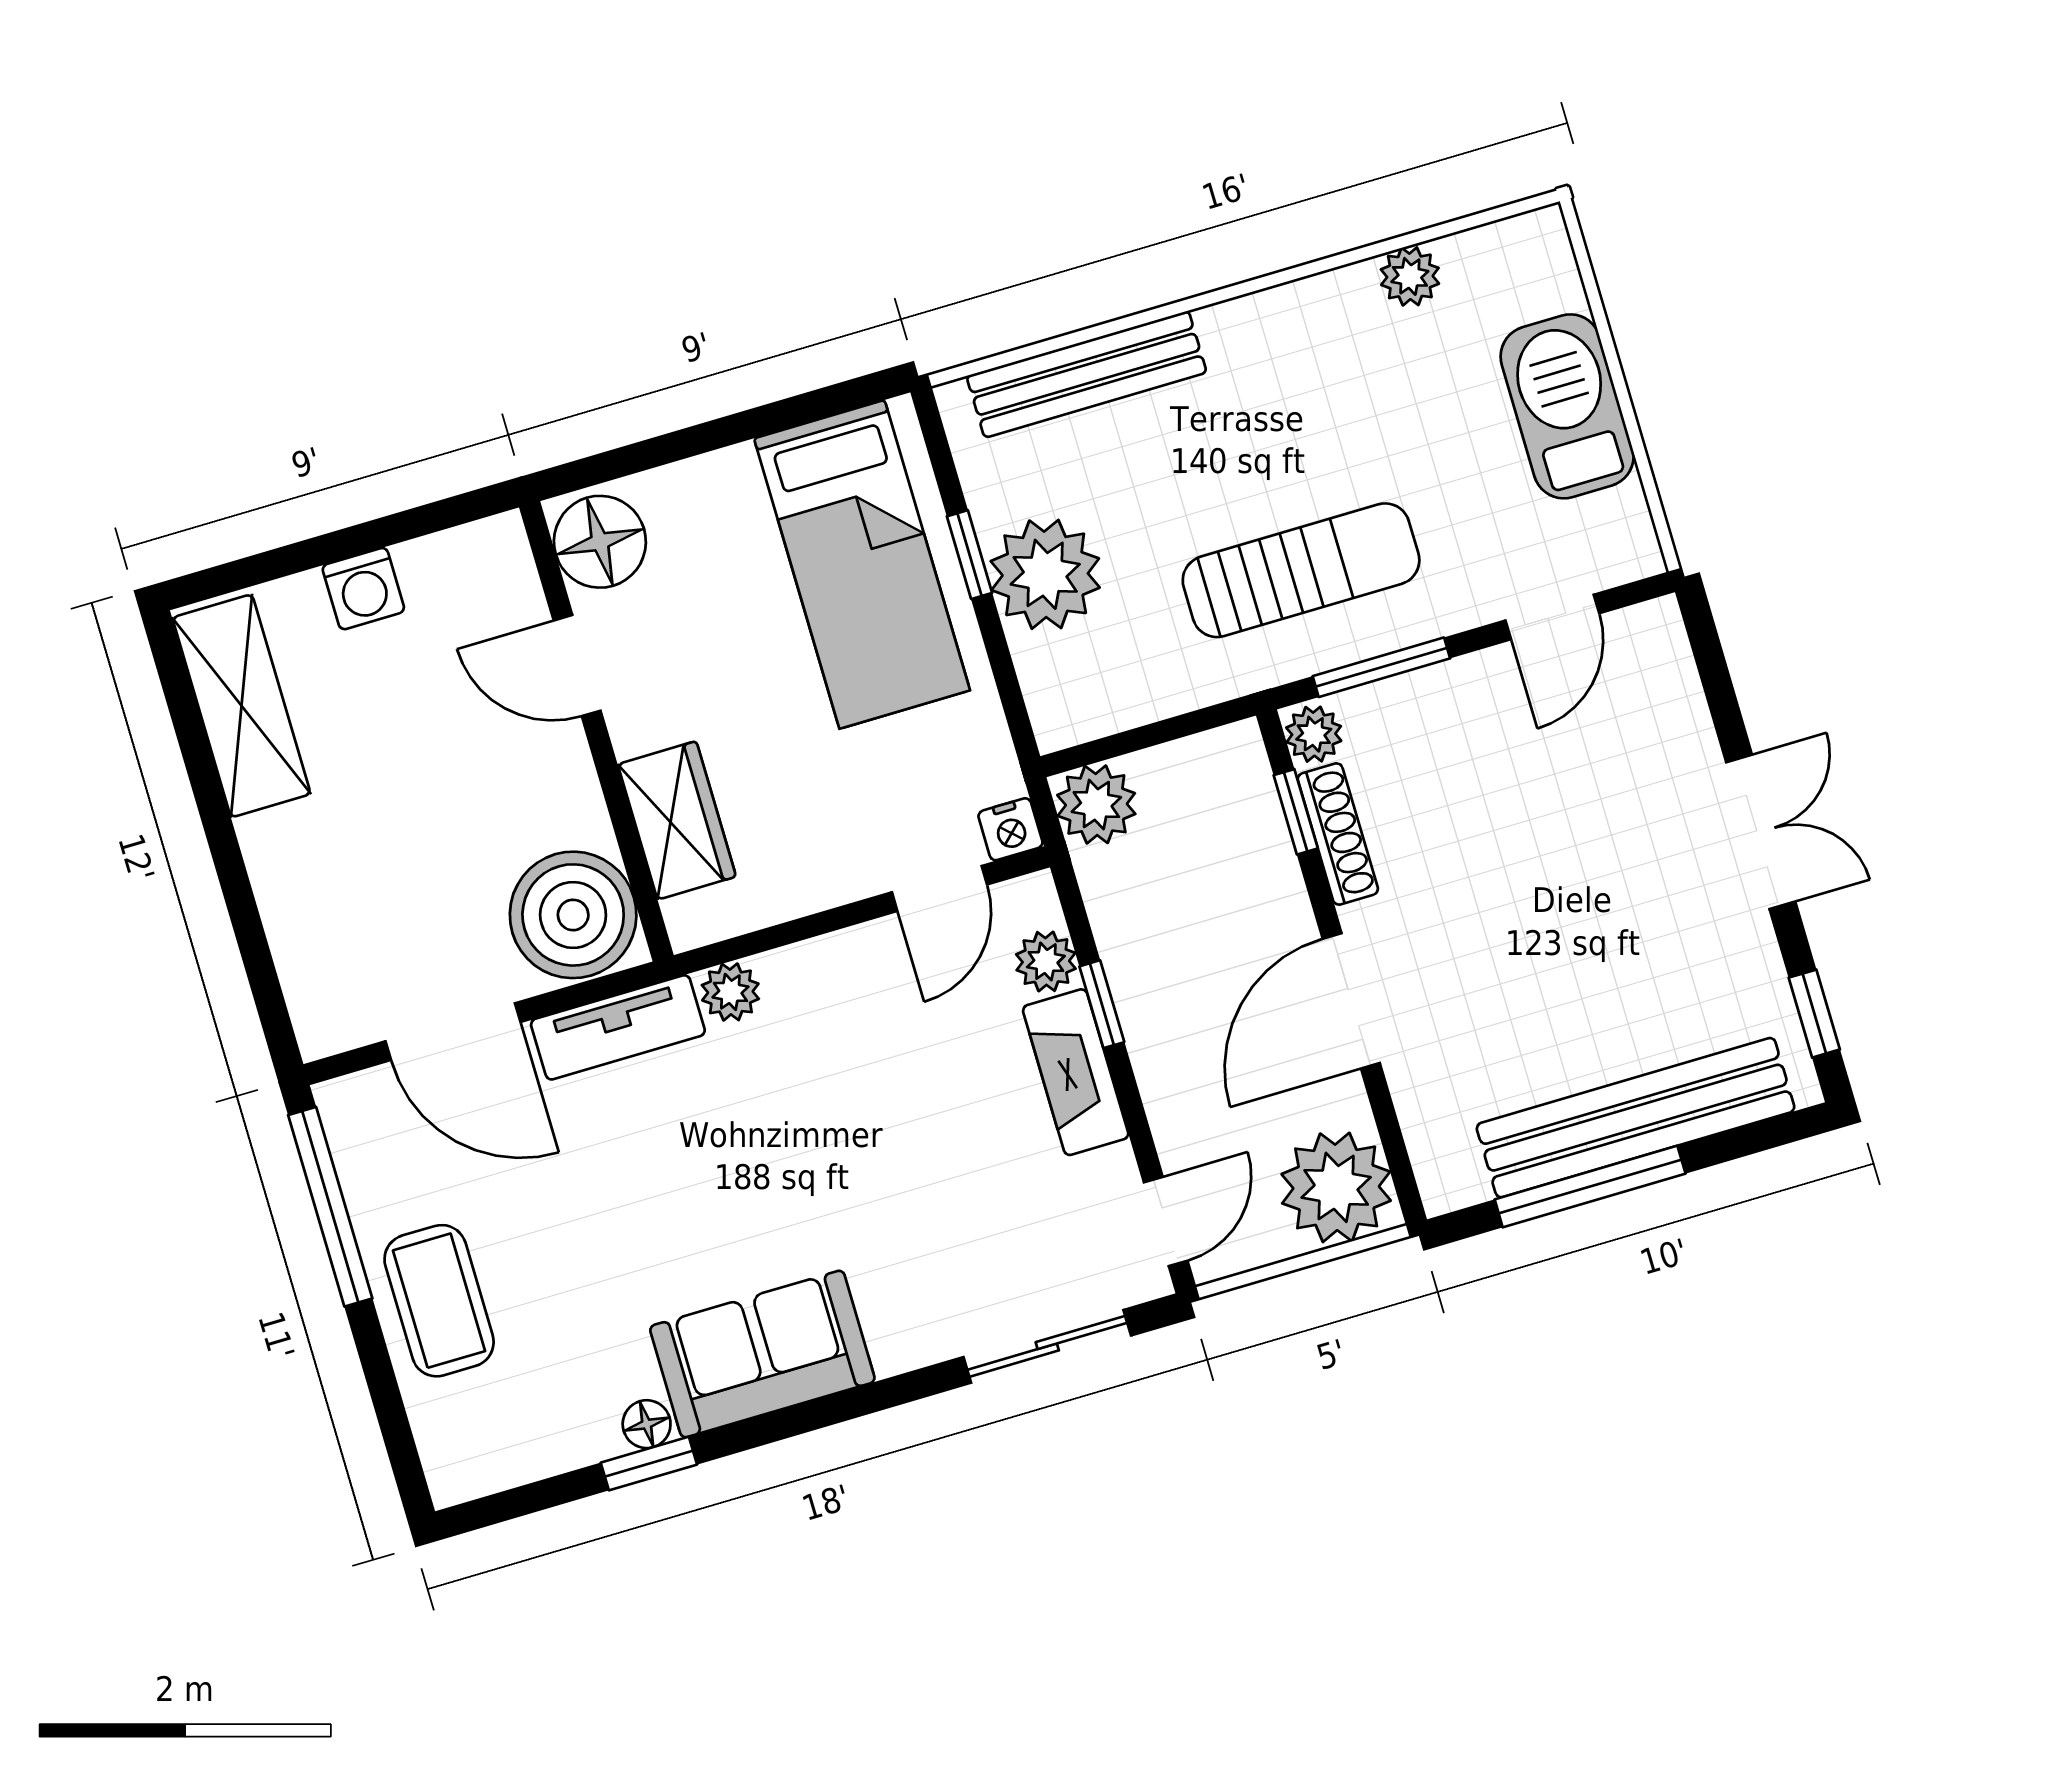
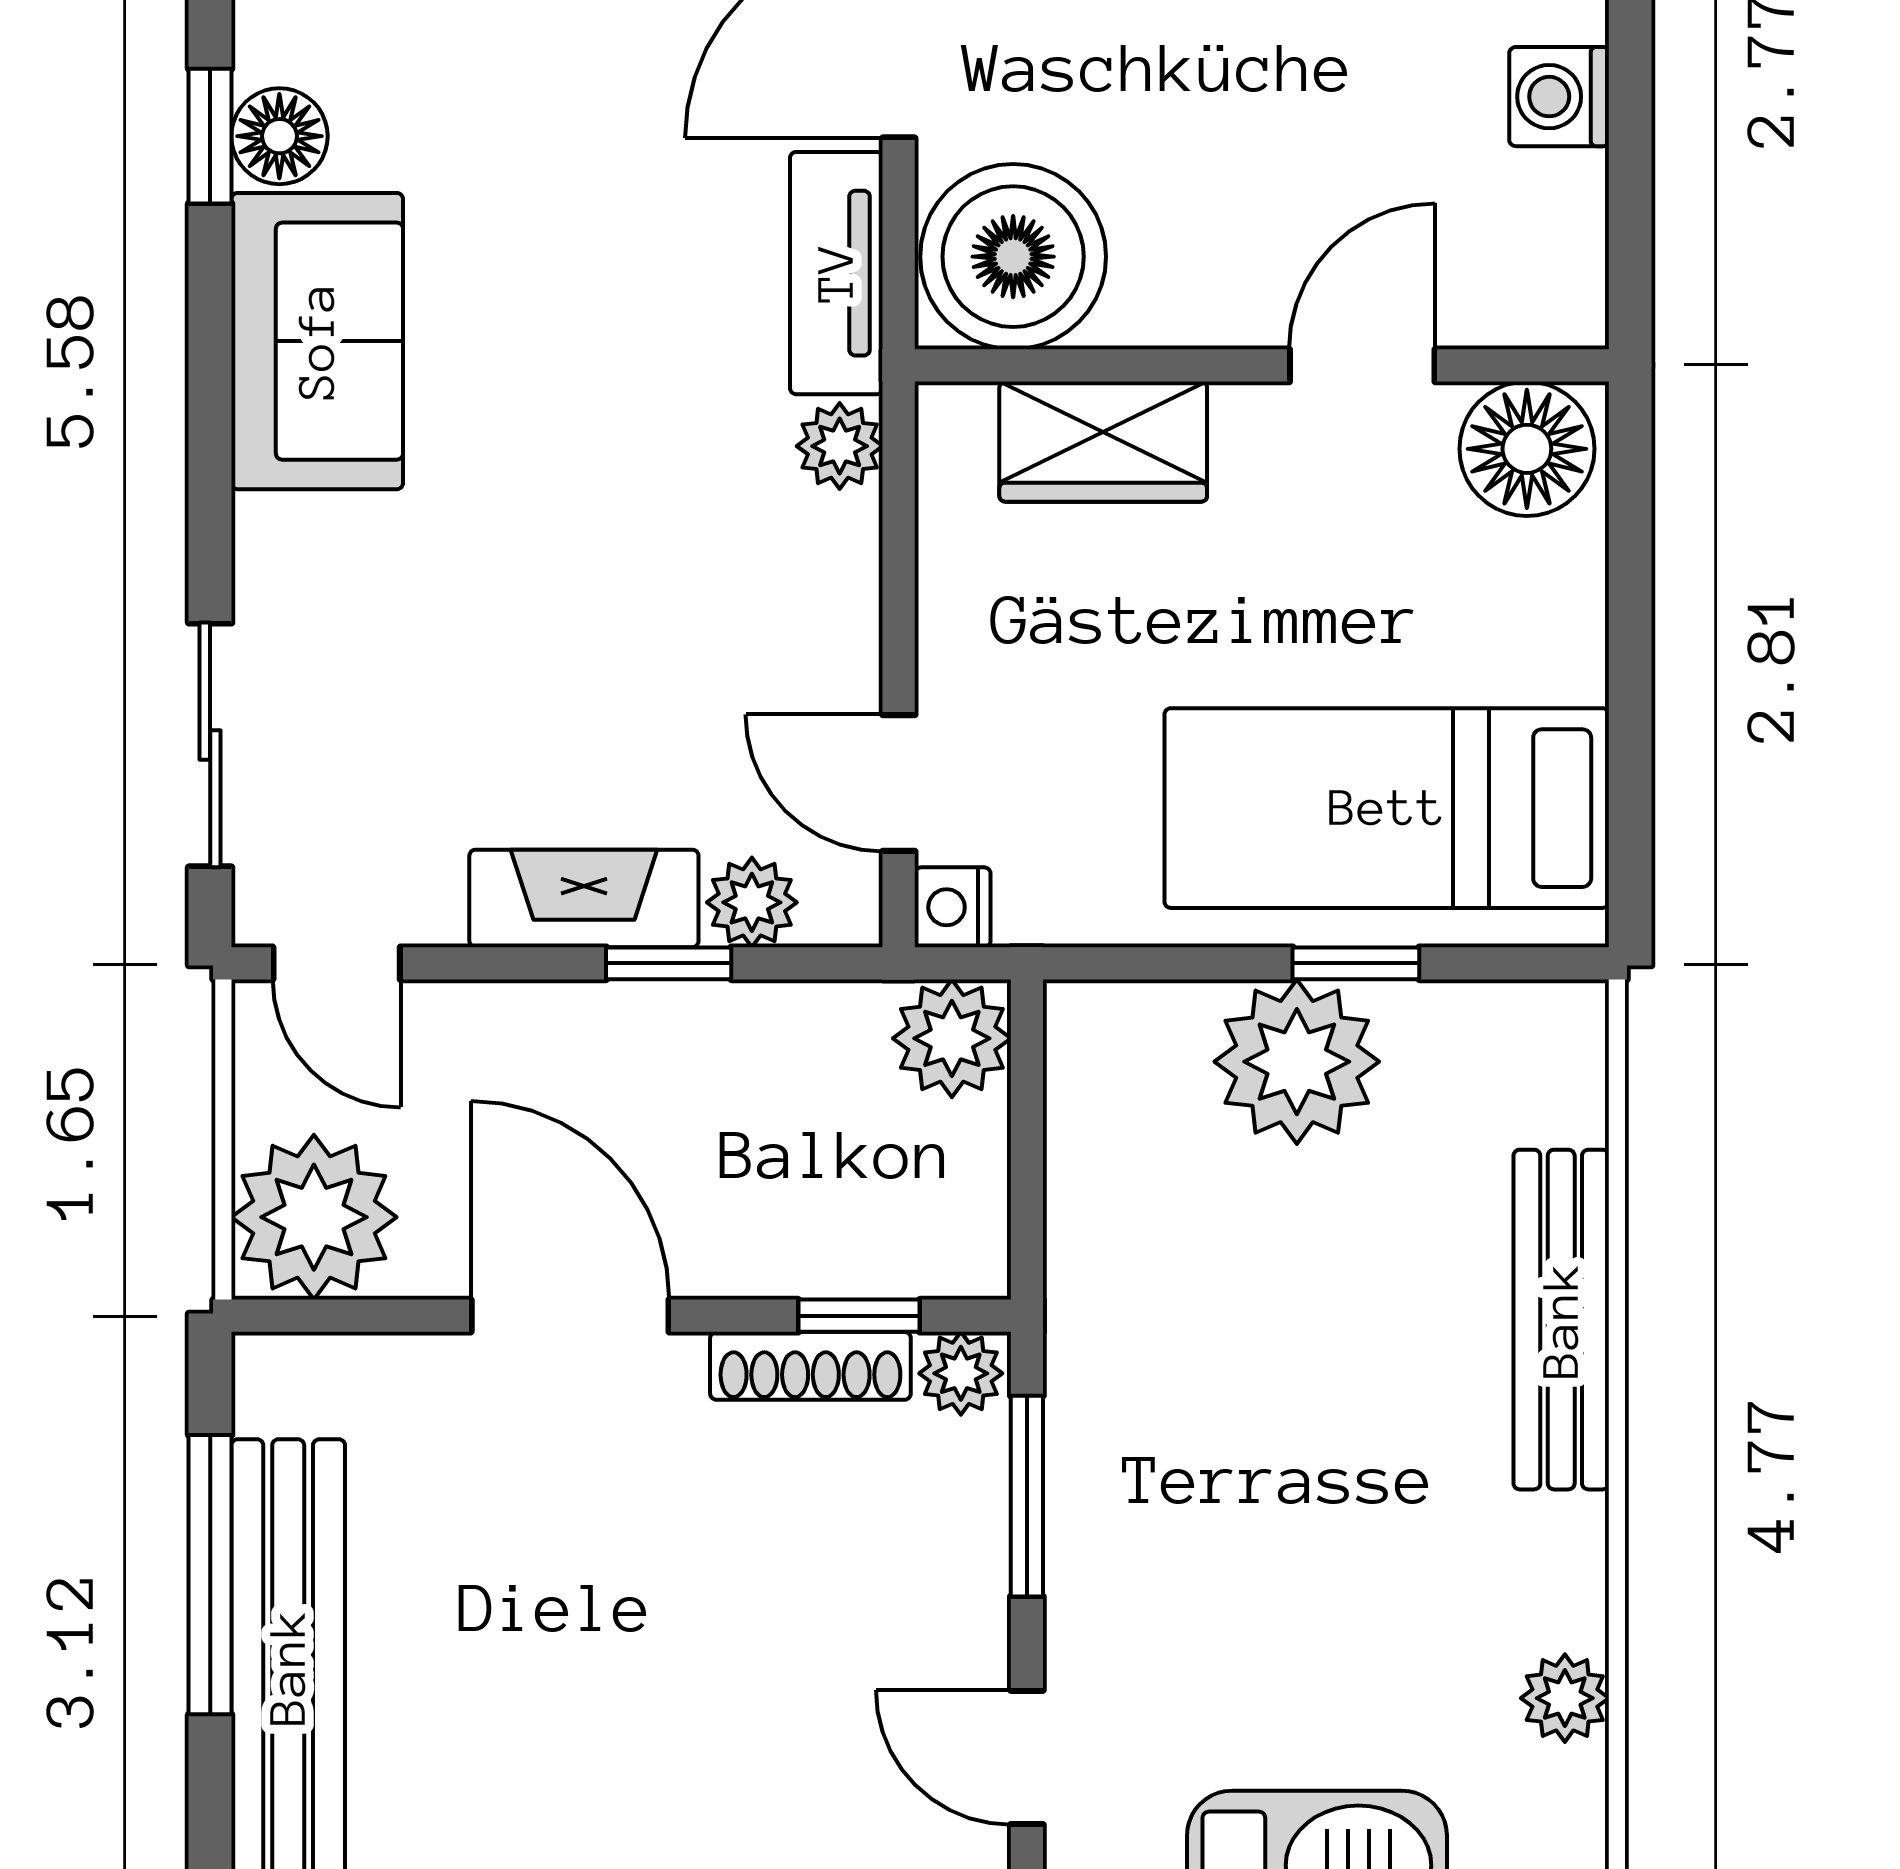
bench: (1087, 374) -> (1561, 1320), moved
sun lounger: (1301, 570) -> (1197, 1423), removed
floor lamp: (647, 1424) -> (279, 136), width x1.37, depth x1.37

